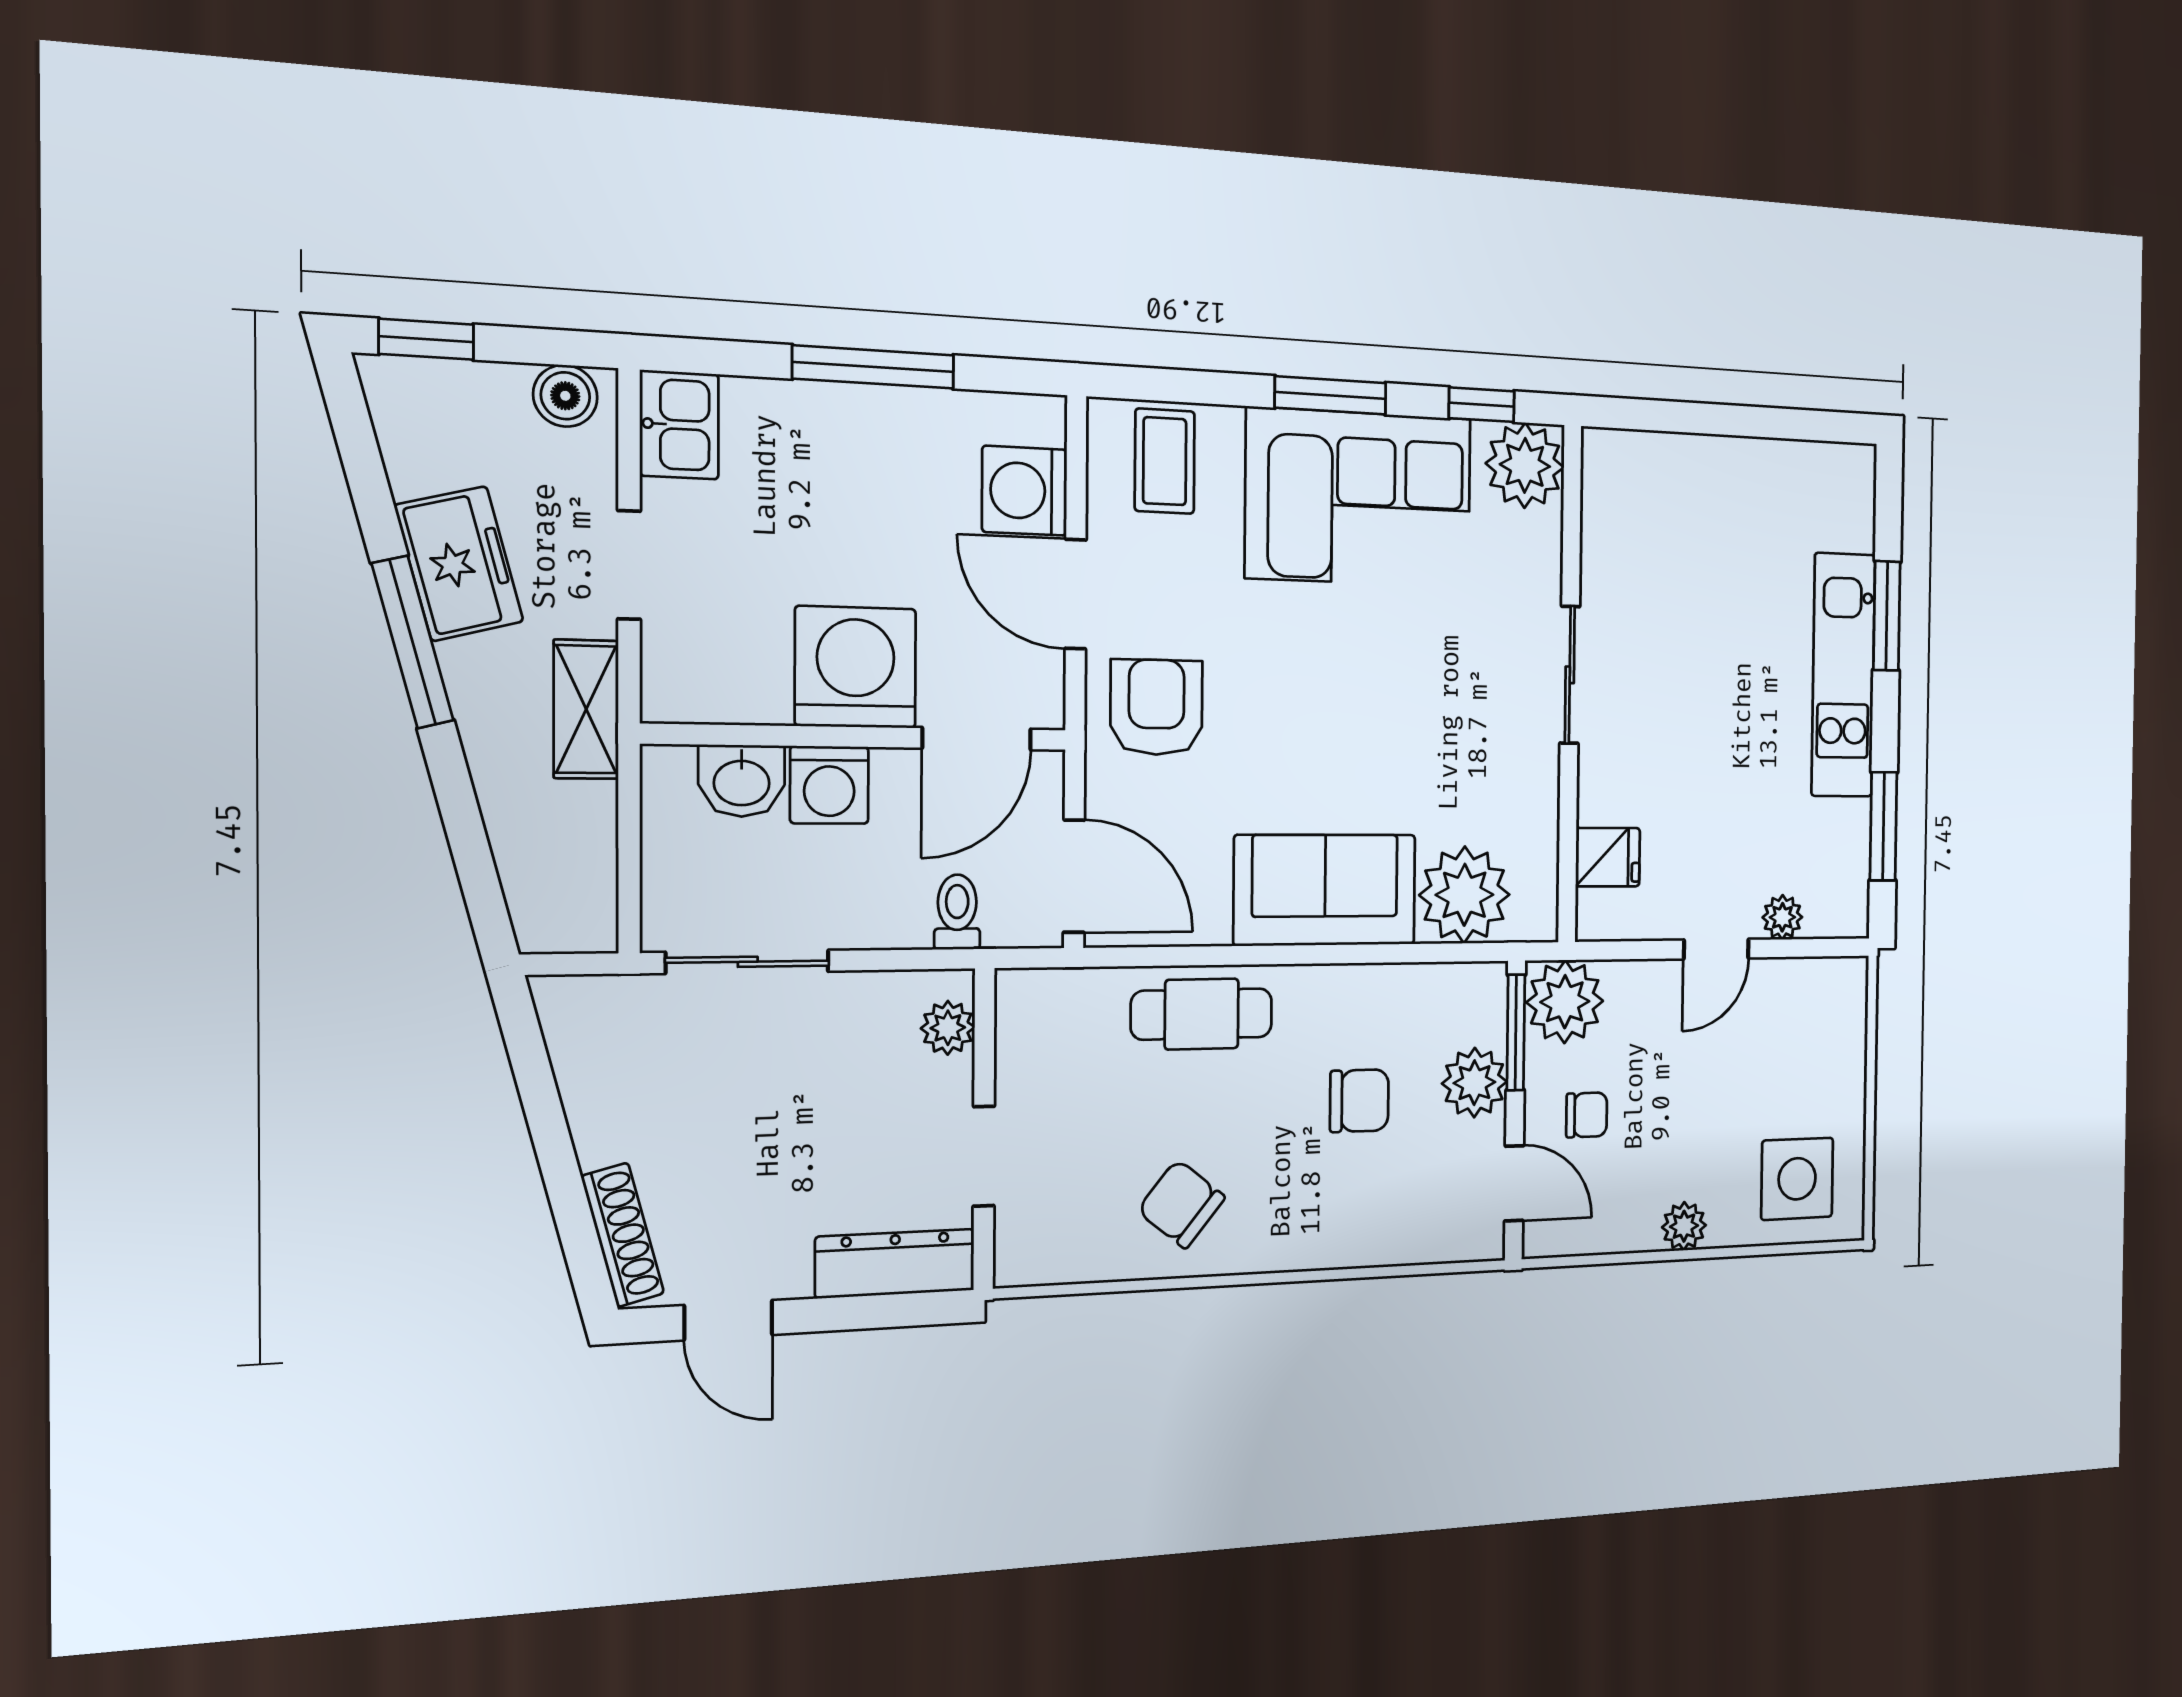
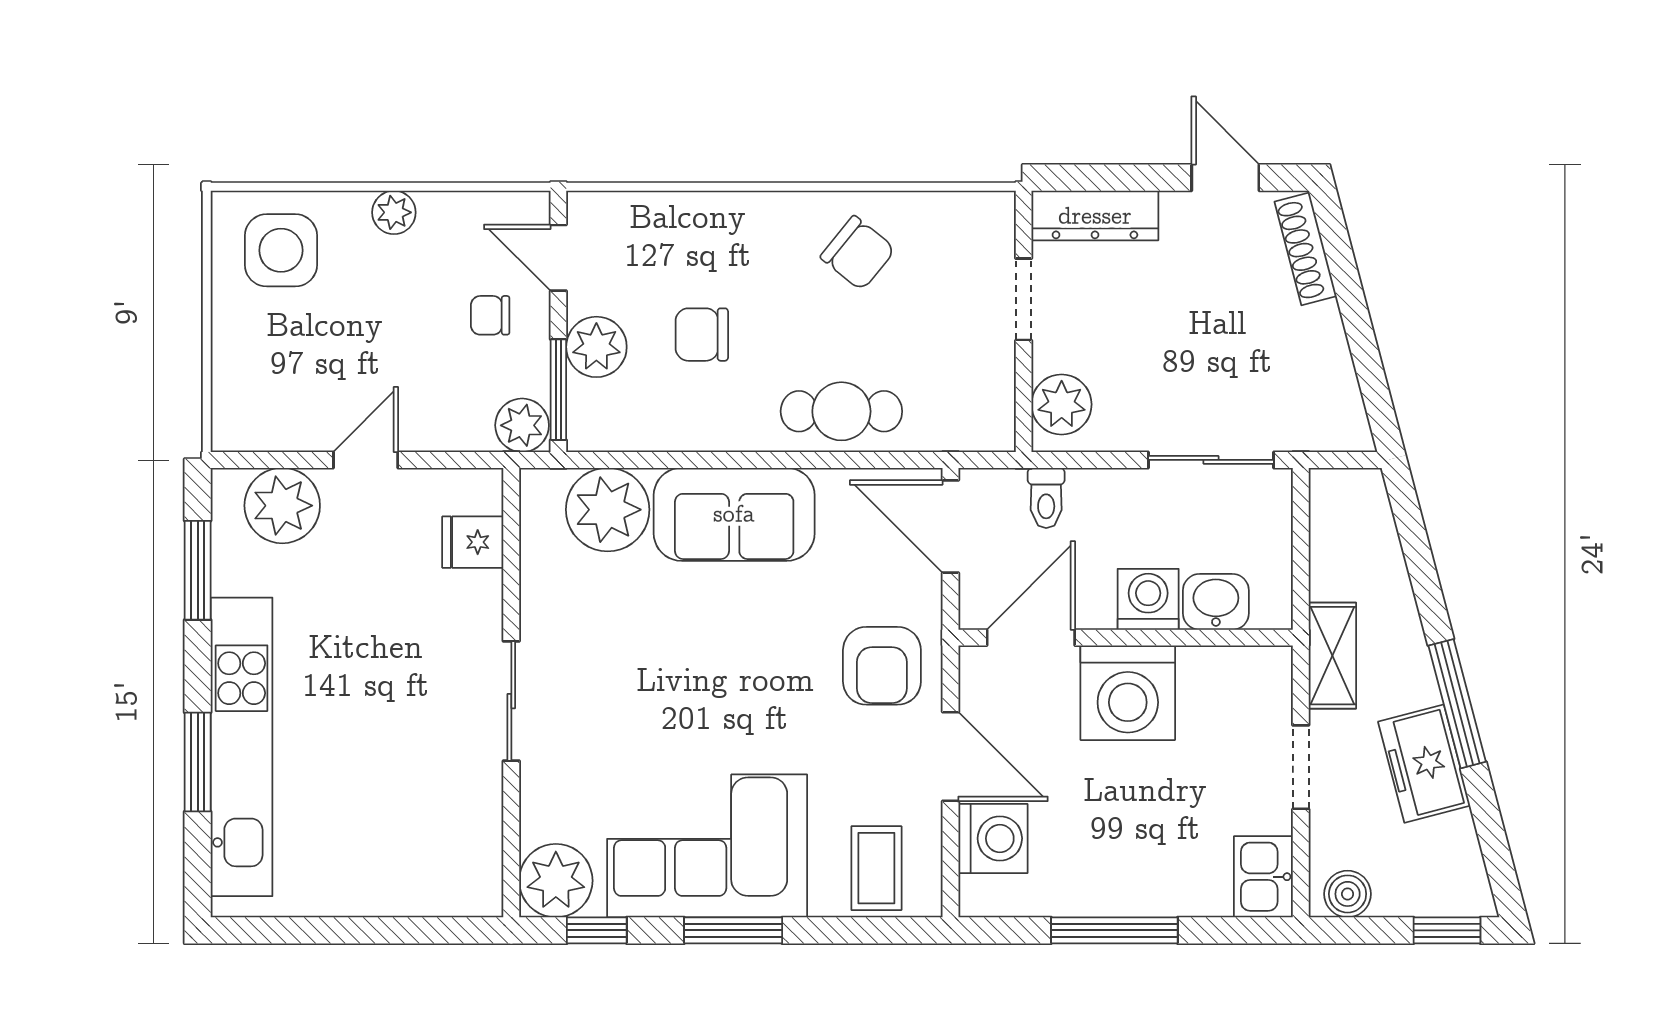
kitchen unit: (1843, 675) -> (242, 747), width x1.36
plant: (1782, 917) -> (282, 506), width x1.87, depth x1.87
plant: (1565, 1002) -> (522, 425), width x0.73, depth x0.73
plant: (948, 1028) -> (1062, 404), width x1.38, depth x1.38

